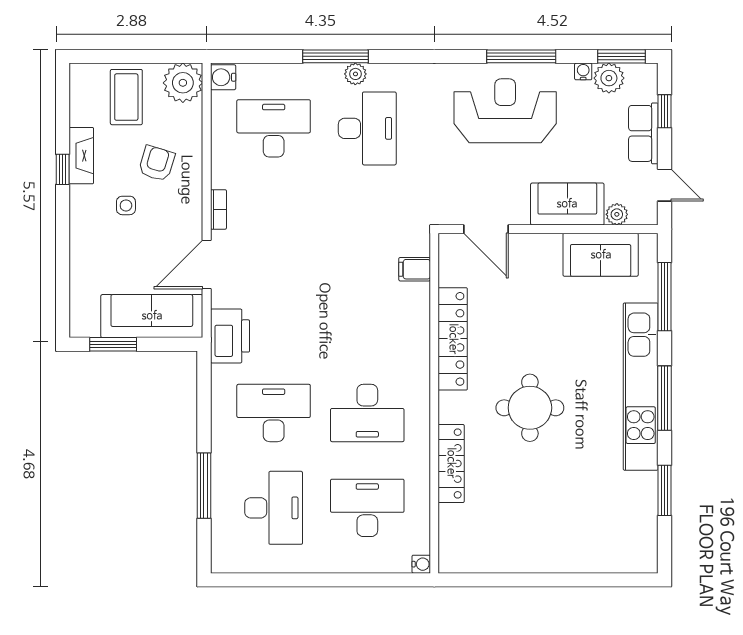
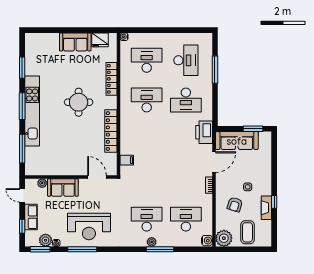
desk: (274, 128) -> (186, 219), turned 180
desk: (367, 128) -> (147, 219), turned 90
sofa: (601, 255) -> (75, 42), moved, turned 180
desk: (274, 508) -> (186, 60), turned 180
desk: (367, 508) -> (147, 60), turned 180
fridge: (479, 556) -> (100, 40), added

